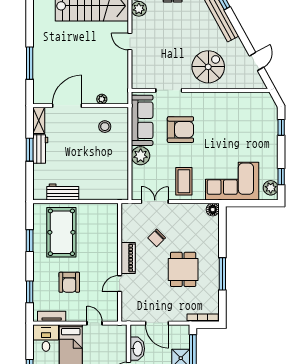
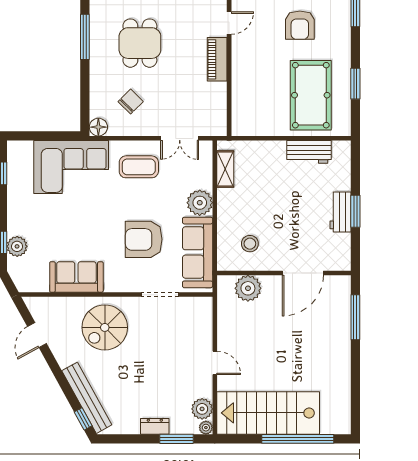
window: (30, 63) -> (355, 317), moved
plant: (102, 99) -> (248, 288), width x1.88, depth x1.88
sofa: (228, 103) -> (76, 277), added
shelving: (39, 121) -> (225, 169), moved
coffee table: (184, 181) -> (139, 167), turned 90
plant: (271, 188) -> (17, 246), moved
chair: (157, 238) -> (131, 102), moved
armchair: (69, 282) -> (300, 25), turned 180

